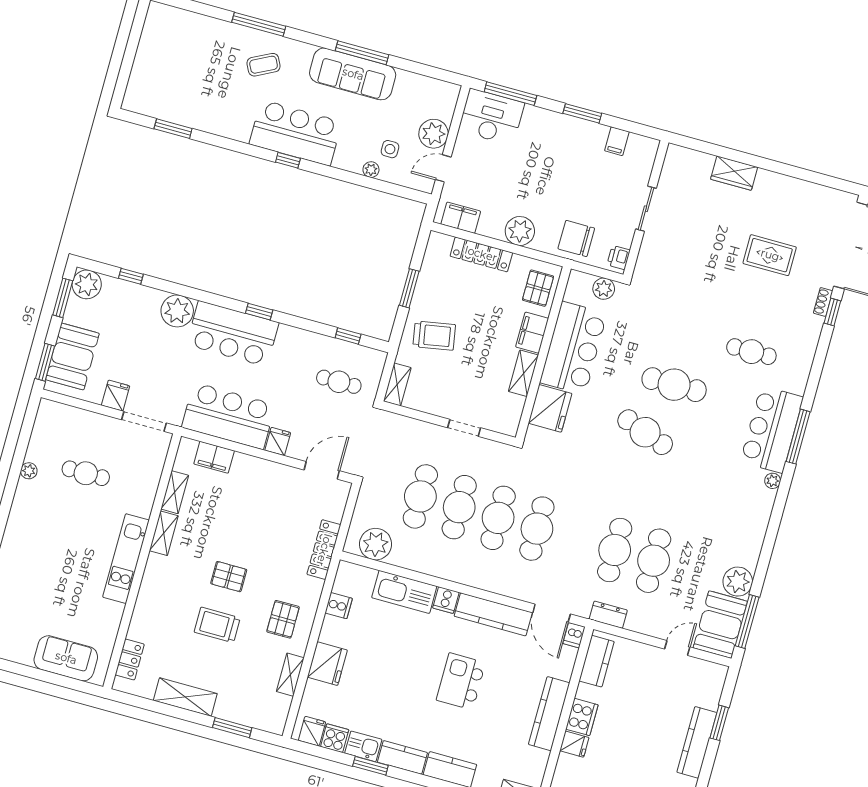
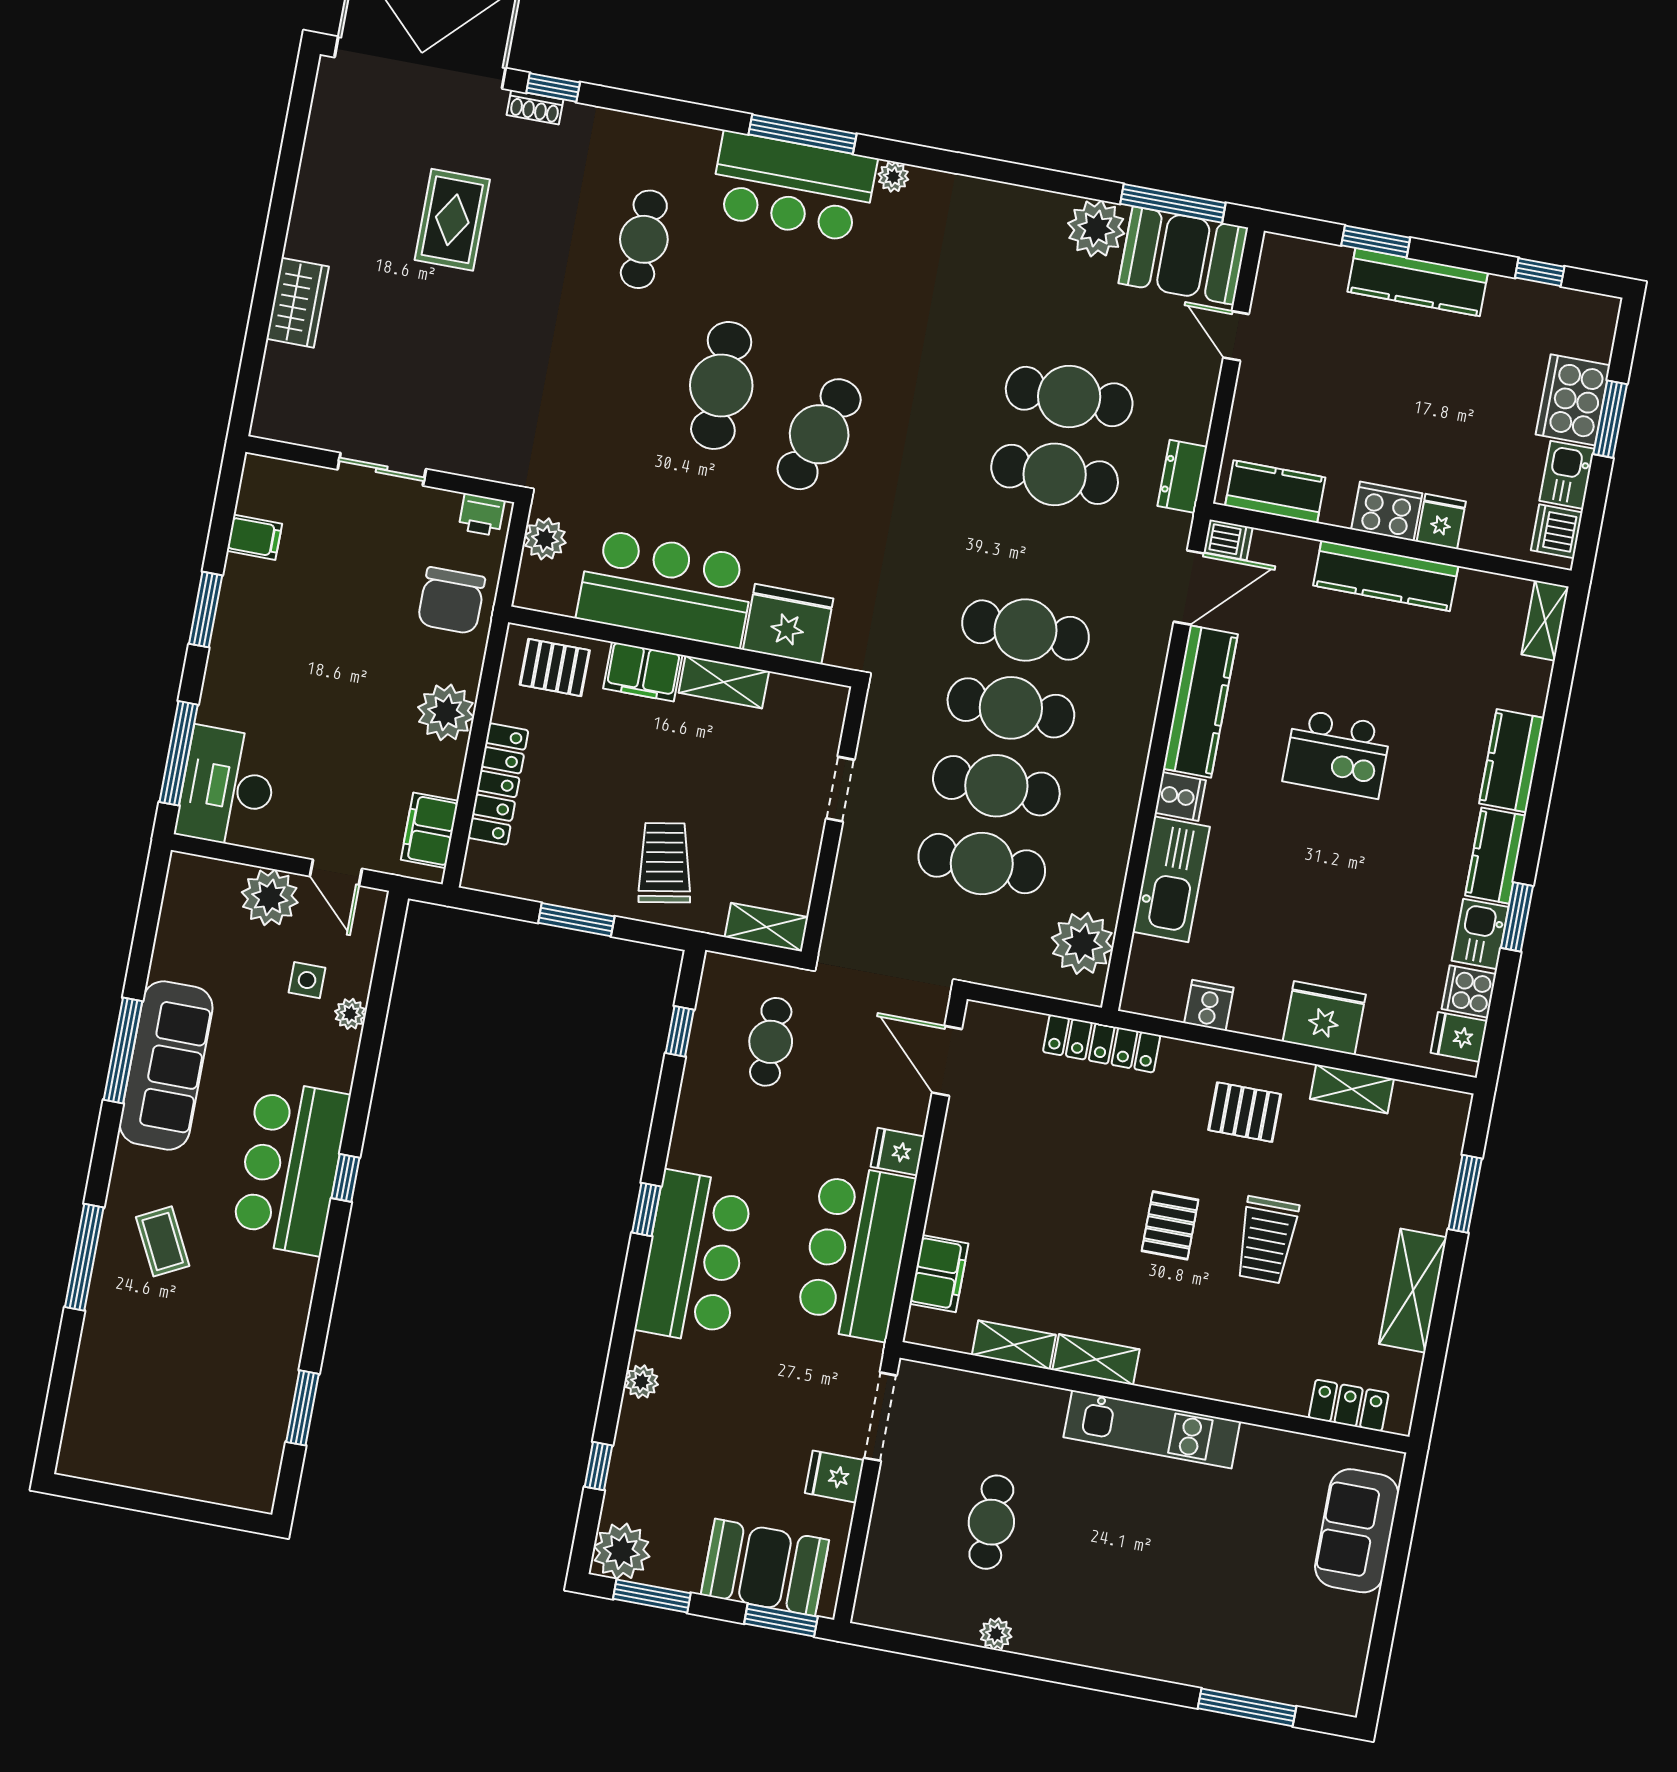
plant: (177, 311) -> (642, 1382), width x0.53, depth x0.53

